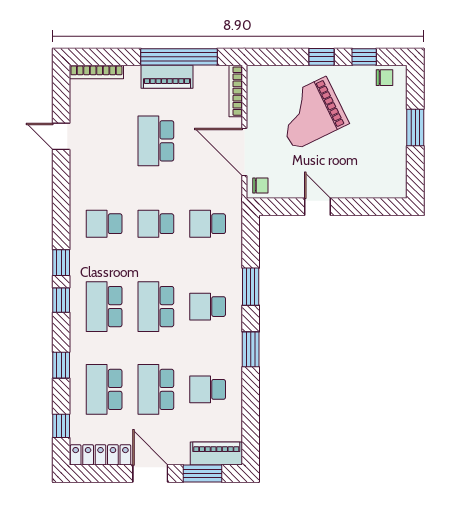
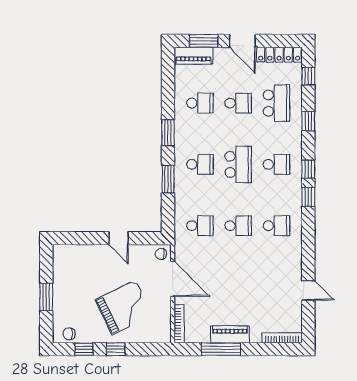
window: (179, 57) -> (221, 349), width x0.68
school desk: (156, 141) -> (238, 287), removed
school desk: (104, 307) -> (276, 164), width x0.54
school desk: (156, 389) -> (238, 103), width x0.54

